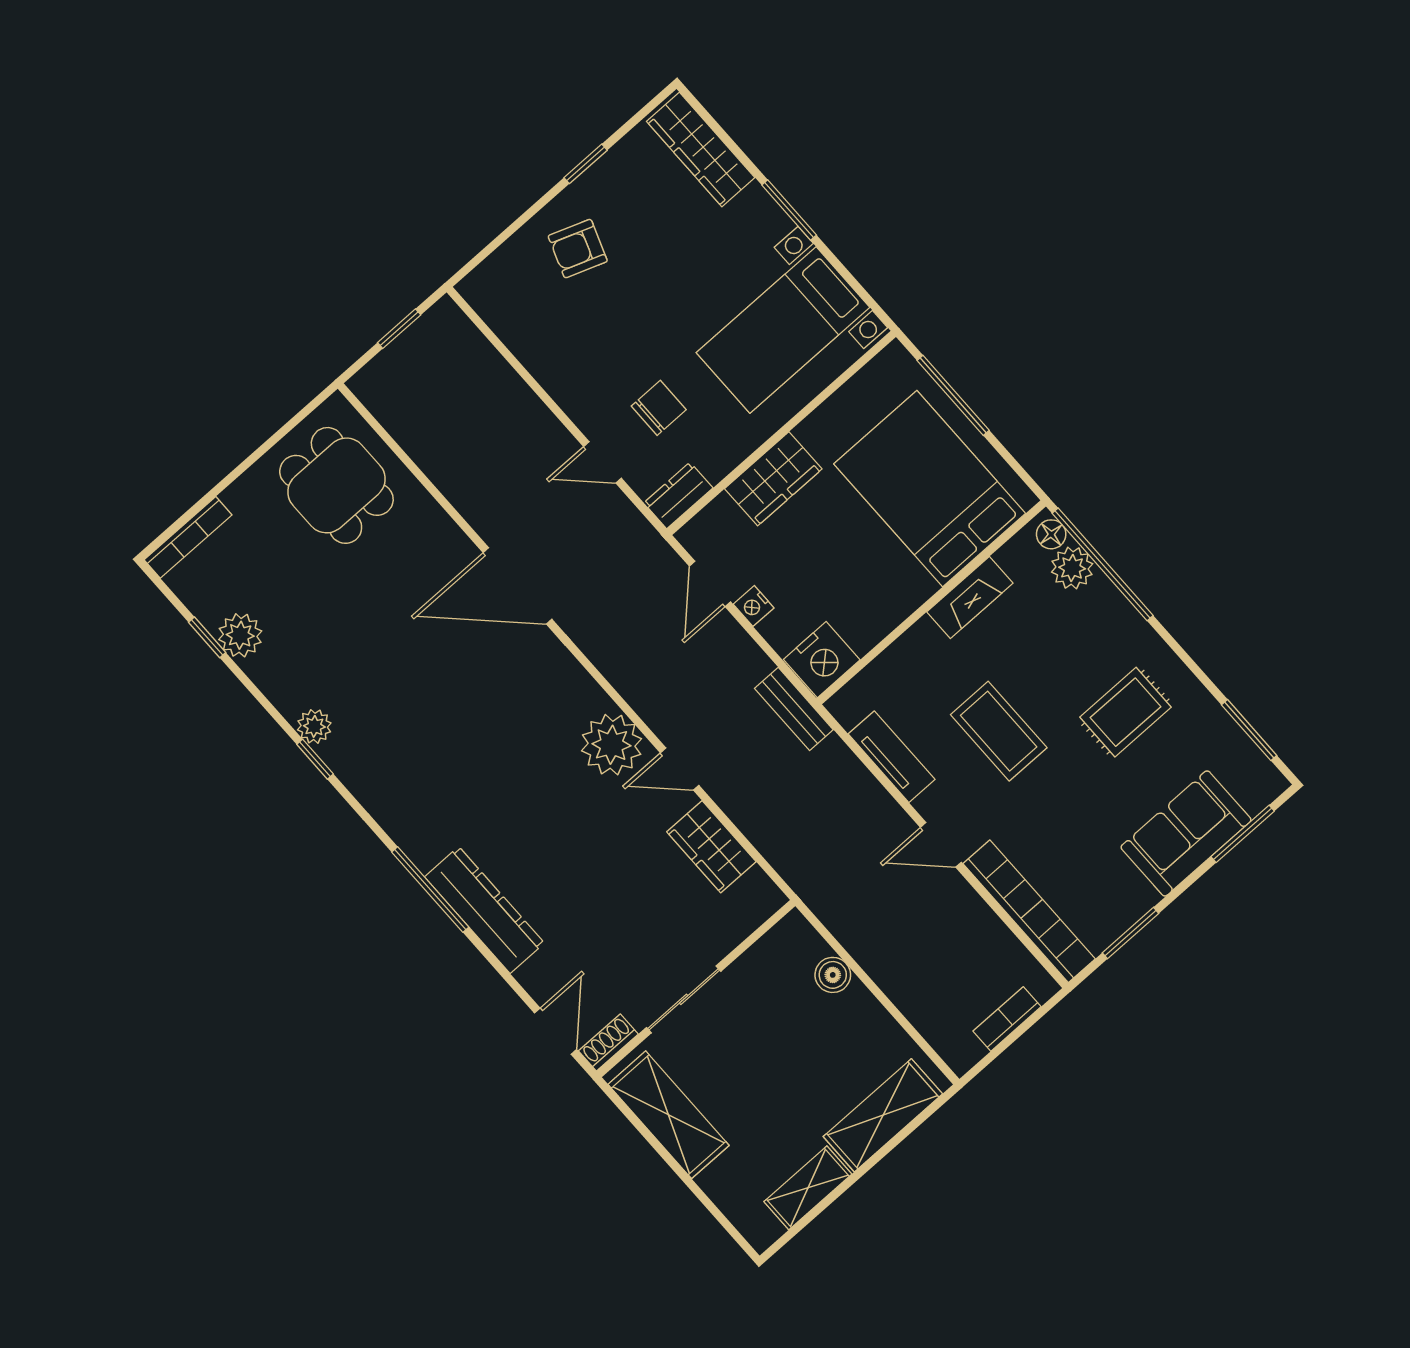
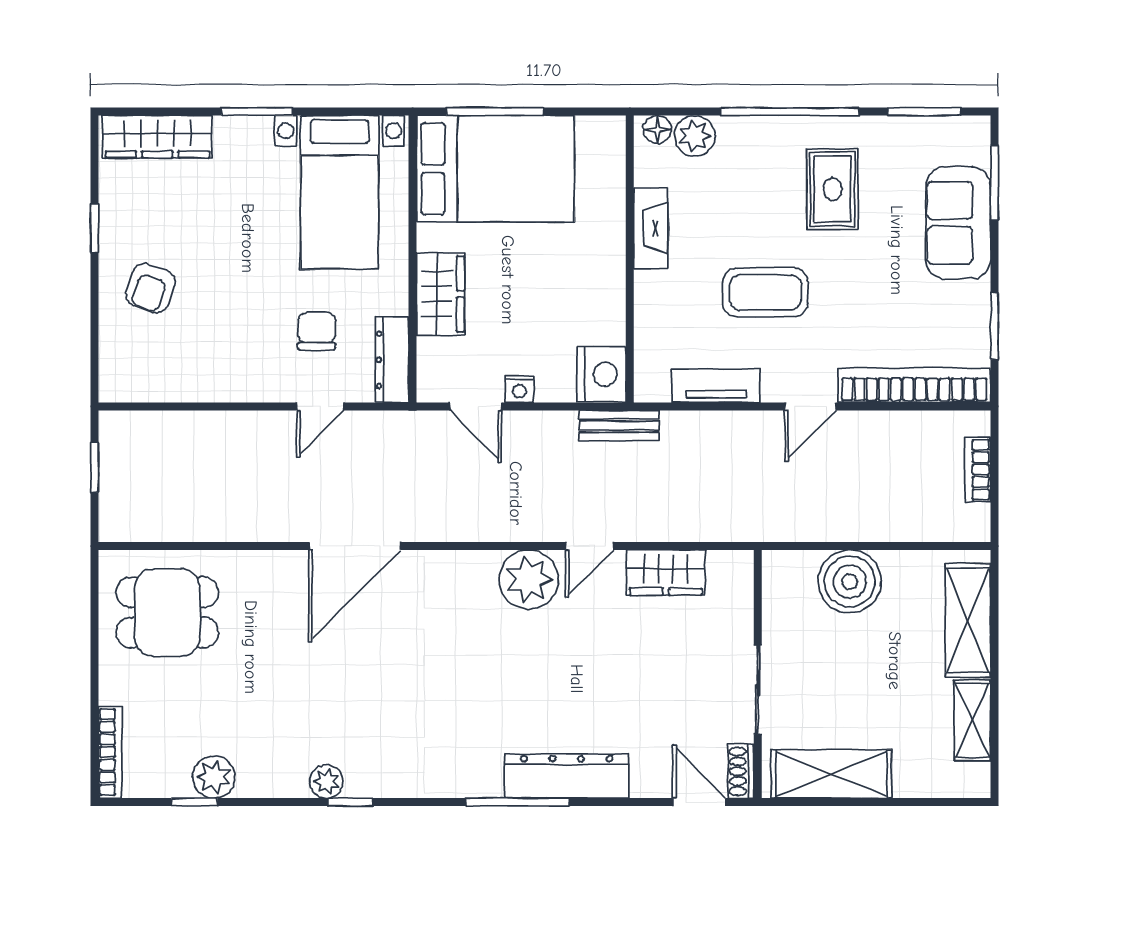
bed: (930, 489) -> (495, 169), moved, turned 180
dresser: (678, 495) -> (392, 360), width x1.44
window: (1103, 564) -> (790, 112), moved
boiler: (833, 975) -> (850, 582), width x1.86, depth x1.86

